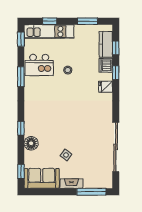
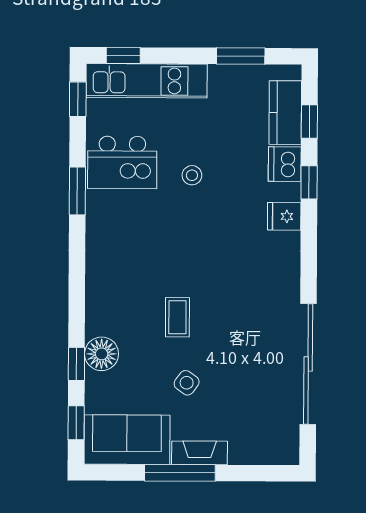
window: (50, 21) -> (123, 55), moved
window: (21, 128) -> (76, 364), moved
coffee table: (62, 128) -> (177, 317), added
window: (91, 192) -> (180, 473), moved

